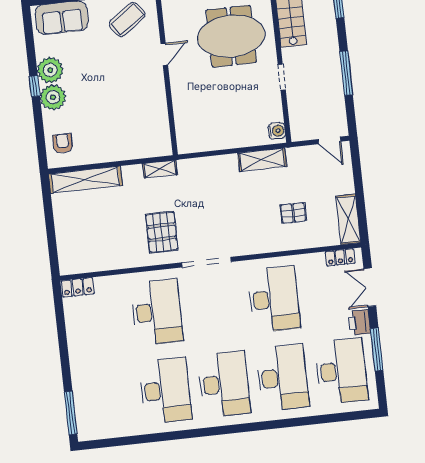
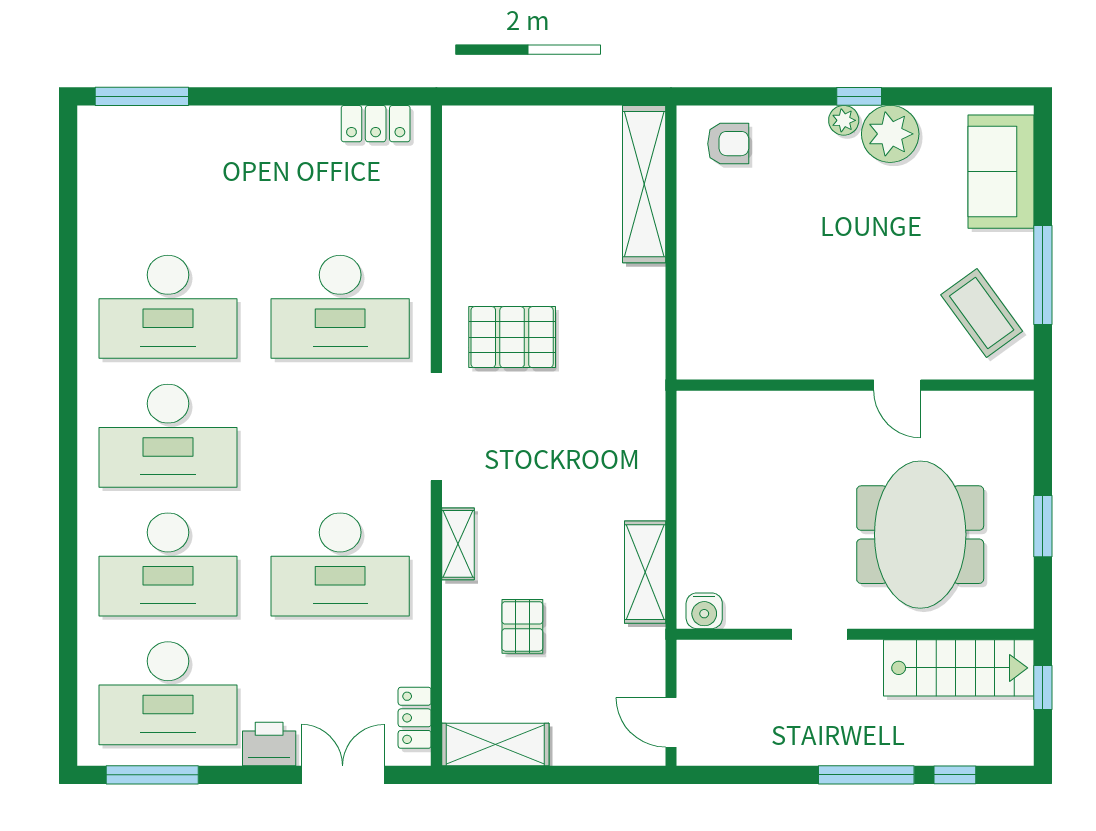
window: (346, 73) -> (866, 775), moved
plant: (53, 97) -> (844, 120), width x0.53, depth x0.53
door: (329, 140) -> (671, 722), hinge flipped
shelving: (160, 169) -> (458, 544), moved
locker: (78, 287) -> (376, 124), moved, turned -90
window: (377, 349) -> (152, 775), moved

